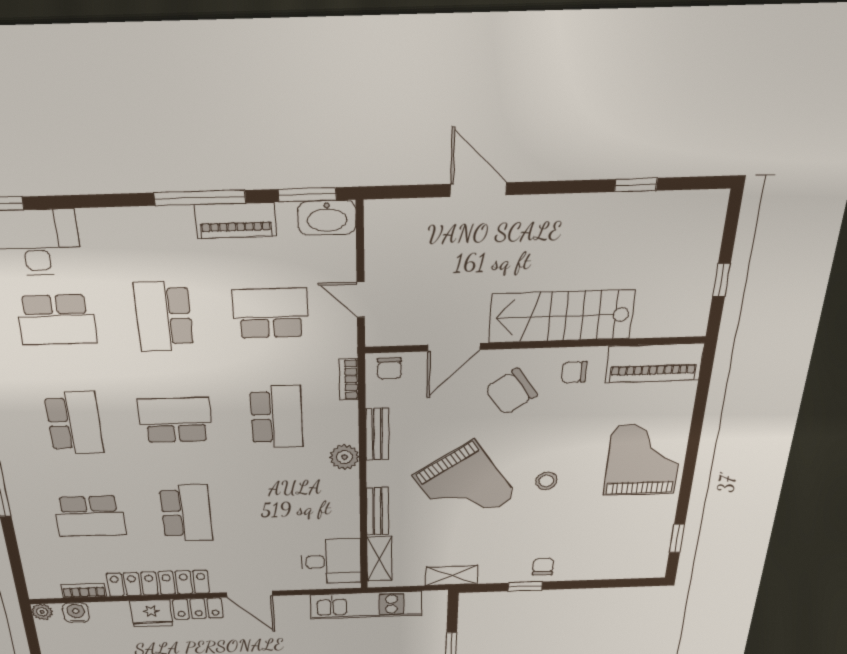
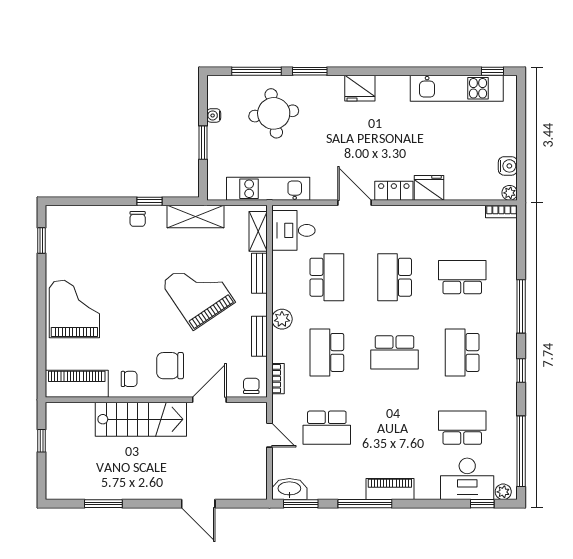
window: (636, 185) -> (103, 504), width x1.50
piano: (236, 220) -> (390, 489), moved
school desk: (164, 316) -> (327, 277), moved
chair: (511, 392) -> (170, 366), turned -145
grand piano: (644, 460) -> (74, 309), turned 180
stool: (546, 481) -> (141, 294), removed
shelving: (452, 576) -> (195, 217), width x1.50, depth x1.33
locker: (158, 583) -> (421, 216), removed
bookcase: (84, 591) -> (501, 211), moved
water cooler: (76, 613) -> (508, 166), moved, turned -90

